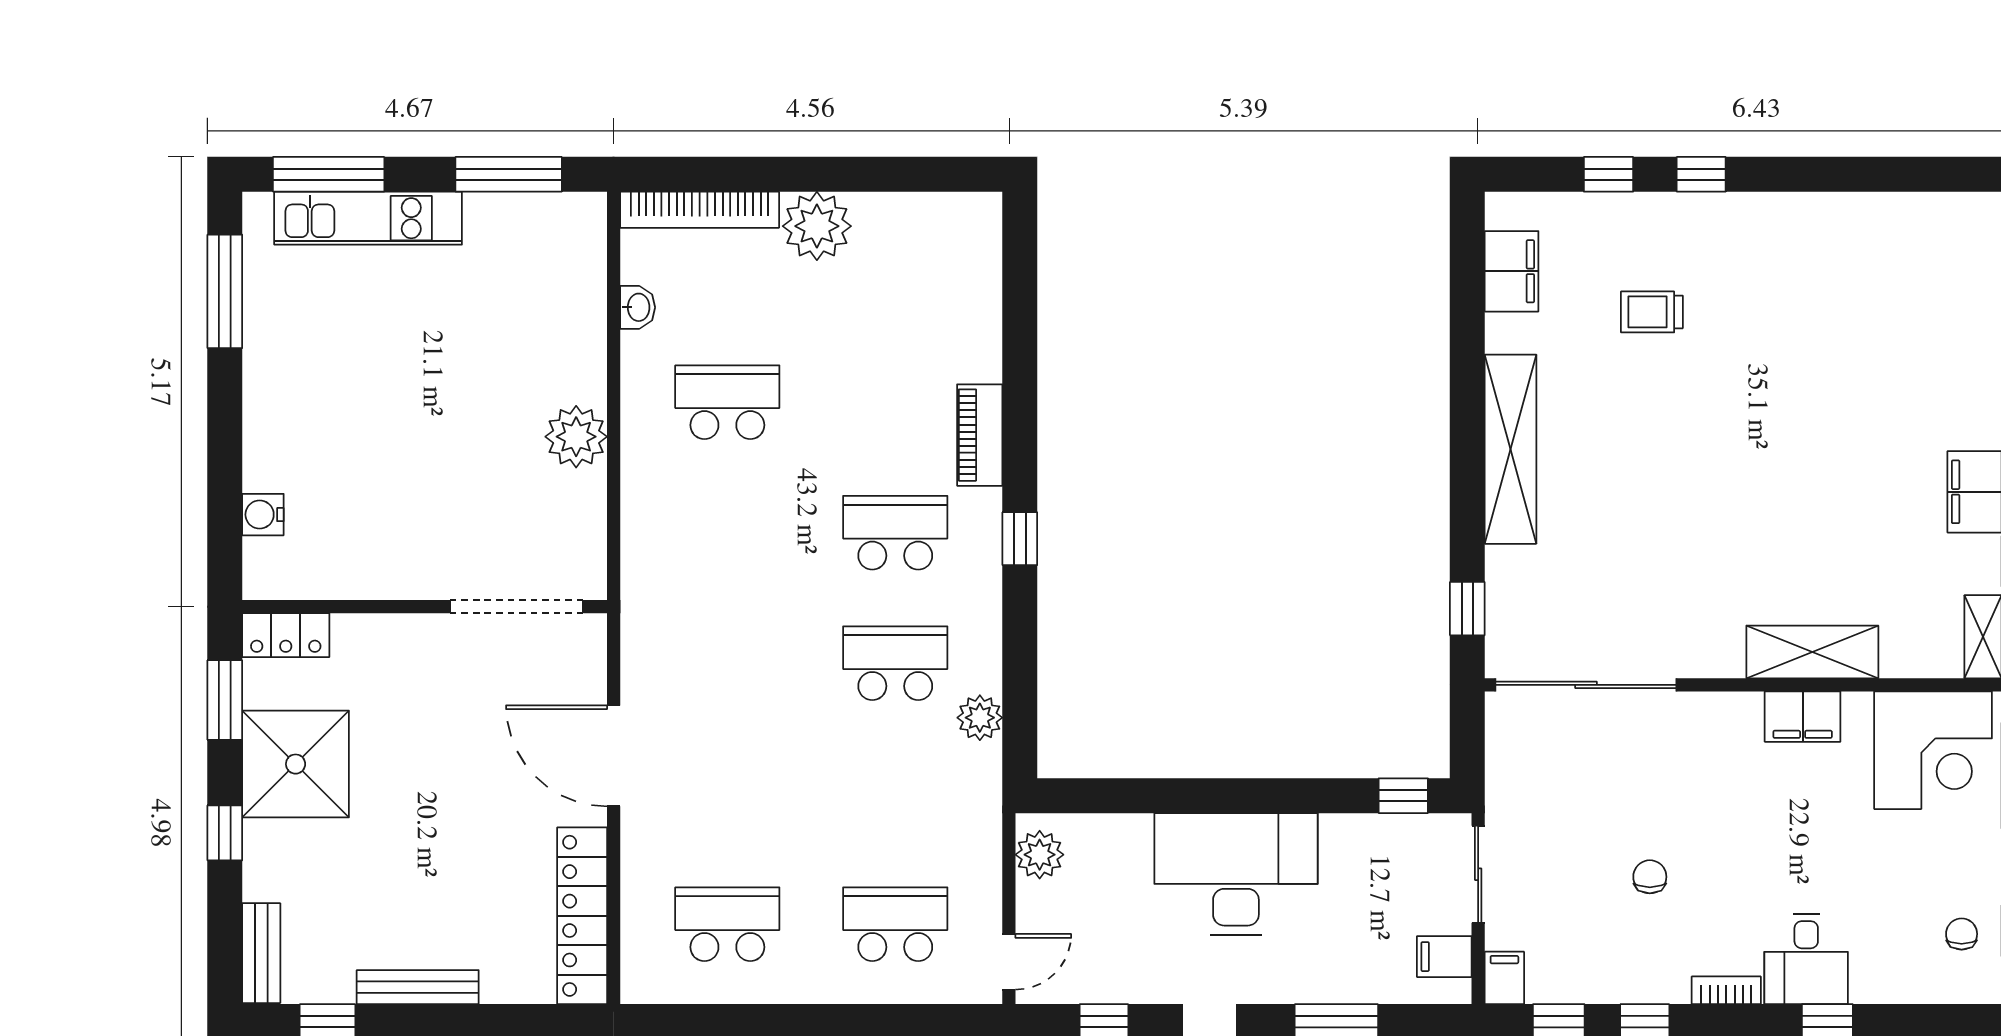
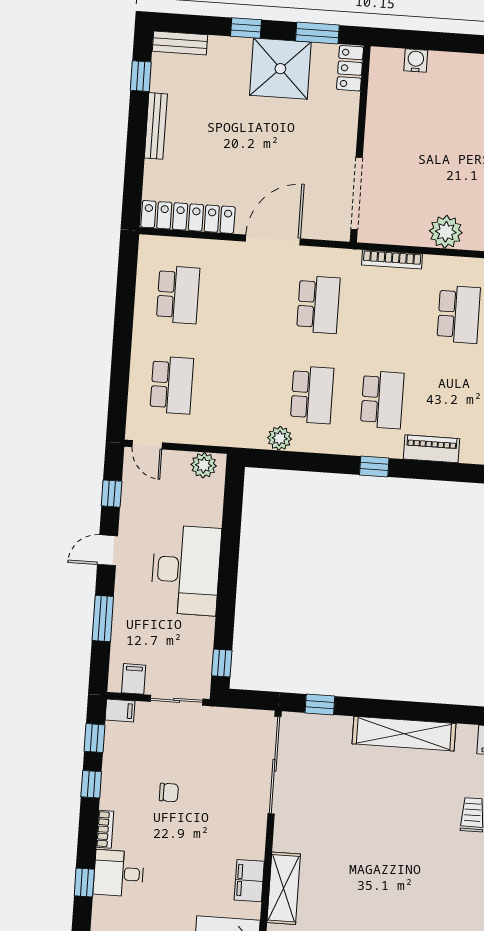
bookcase: (634, 533) -> (392, 259), added
school desk: (727, 663) -> (318, 305), added

